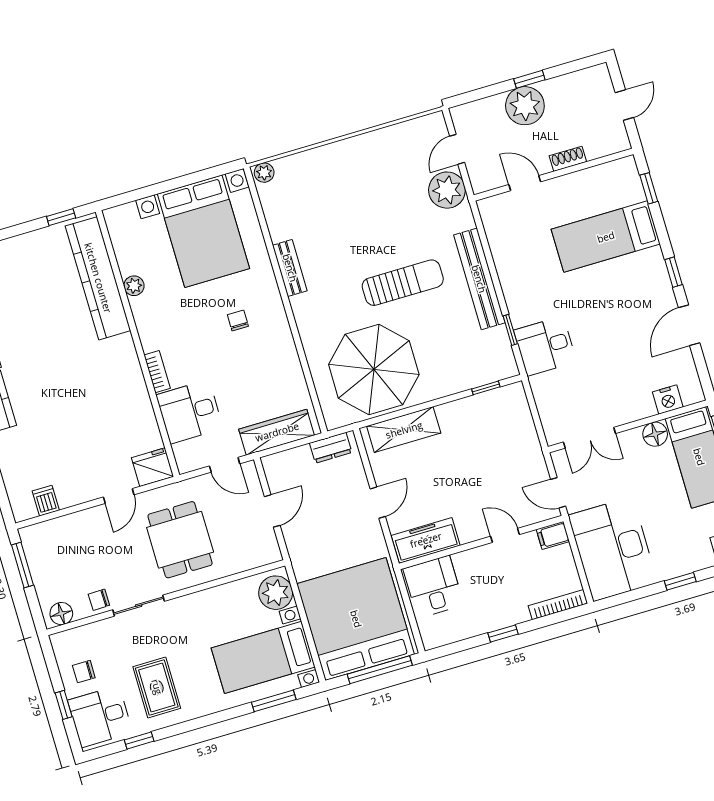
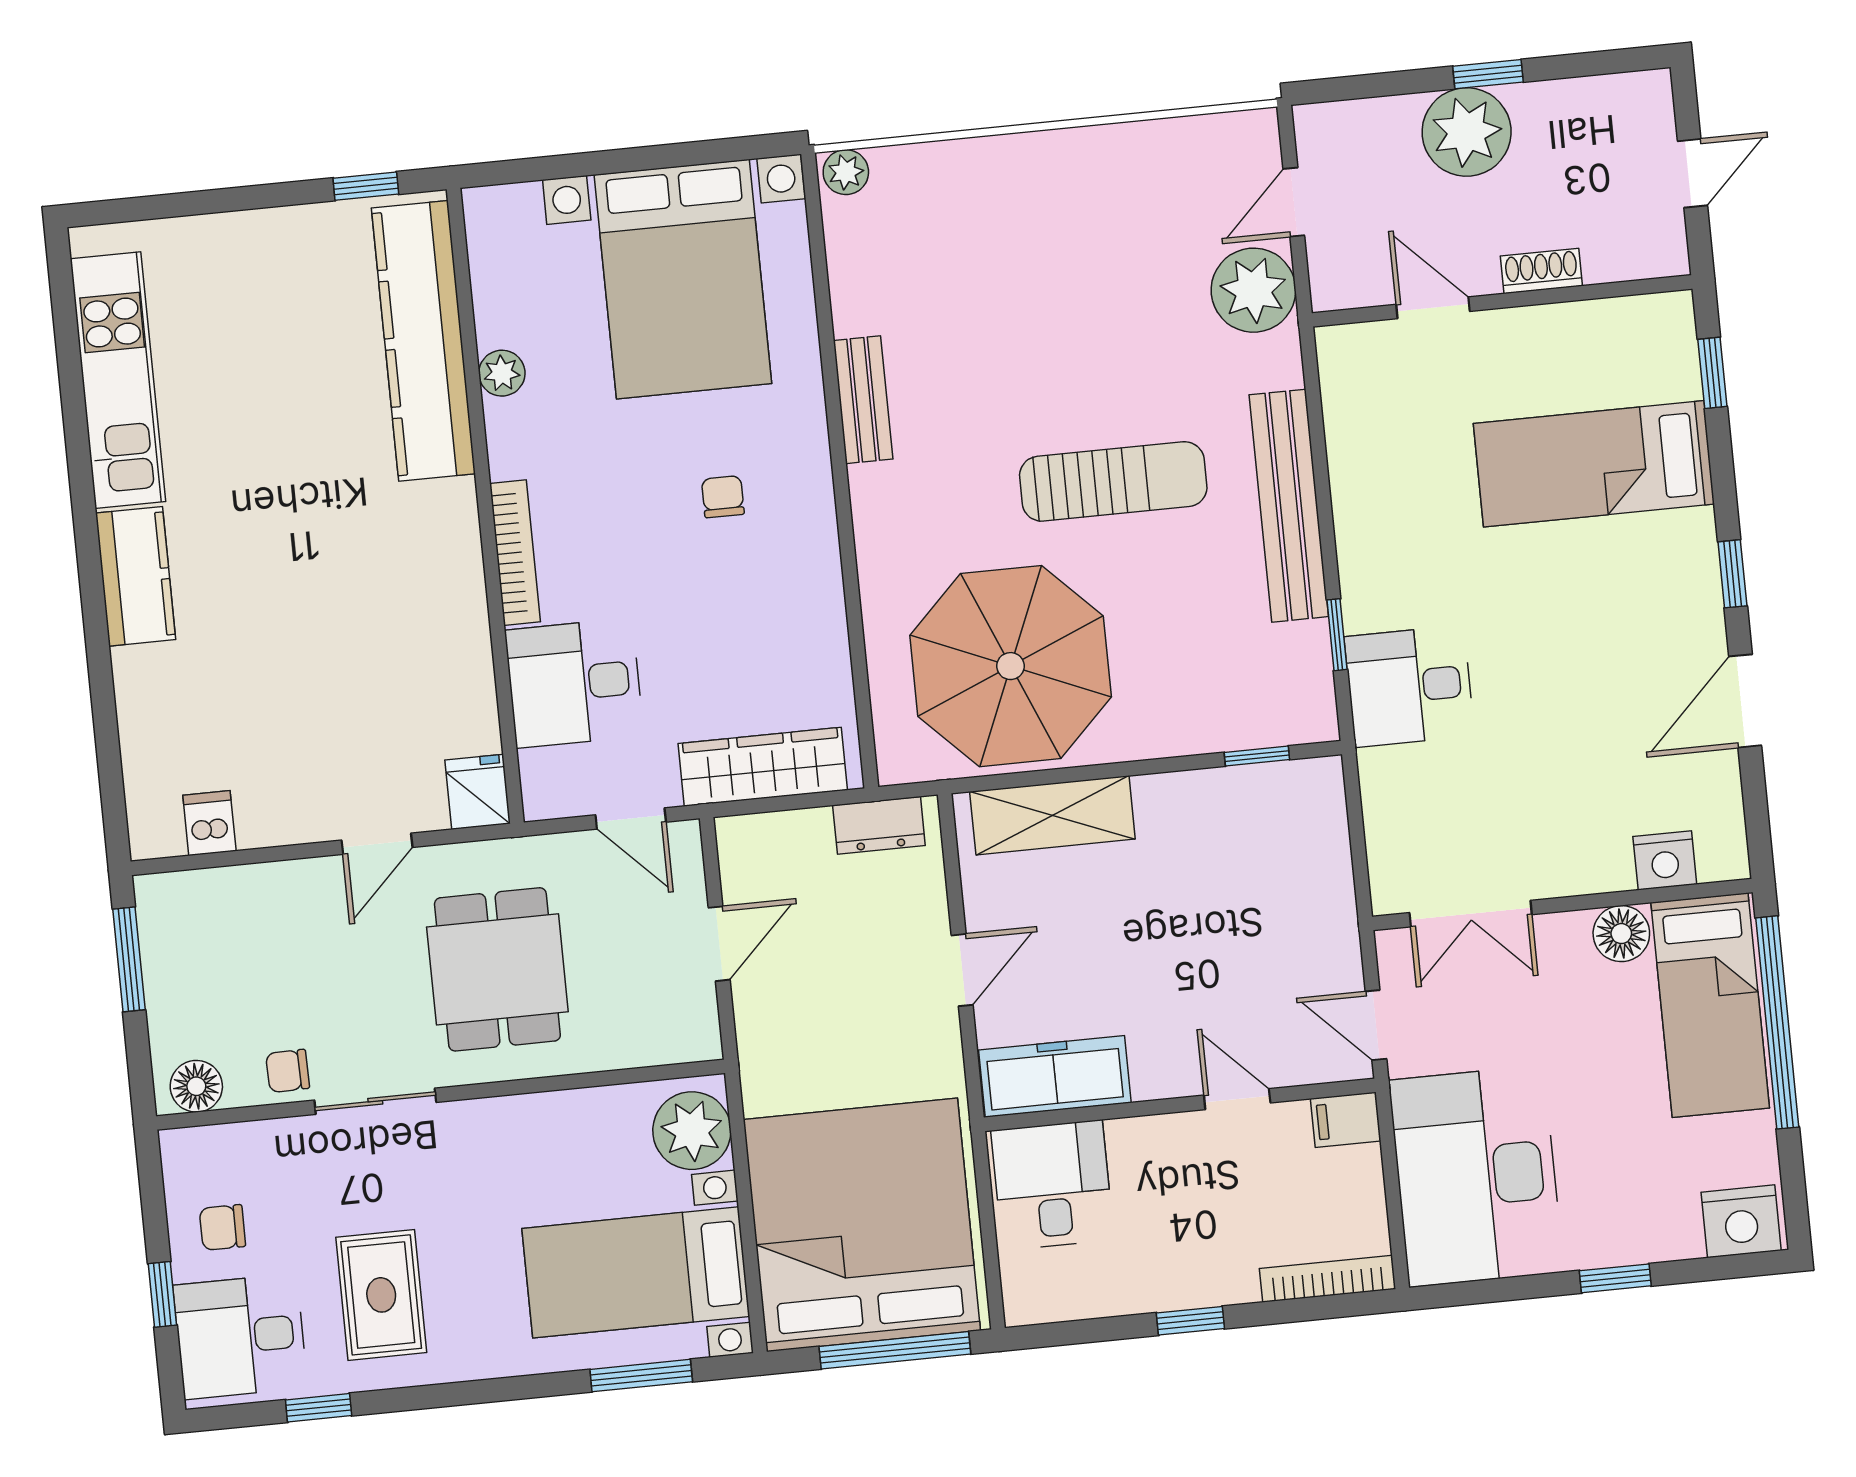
bookcase: (157, 372) -> (515, 553), width x1.56
fridge: (153, 467) -> (478, 792), width x0.72

